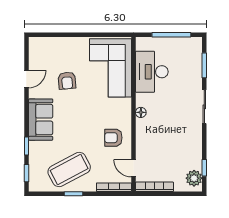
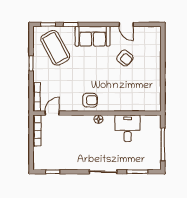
corner sofa: (110, 68) -> (135, 94), removed
desk: (152, 72) -> (128, 128), width x0.73
armchair: (67, 81) -> (125, 58), turned -136
armchair: (113, 138) -> (90, 100), moved, turned 90
coffee table: (69, 170) -> (55, 48), moved
plant: (194, 178) -> (44, 163), removed

